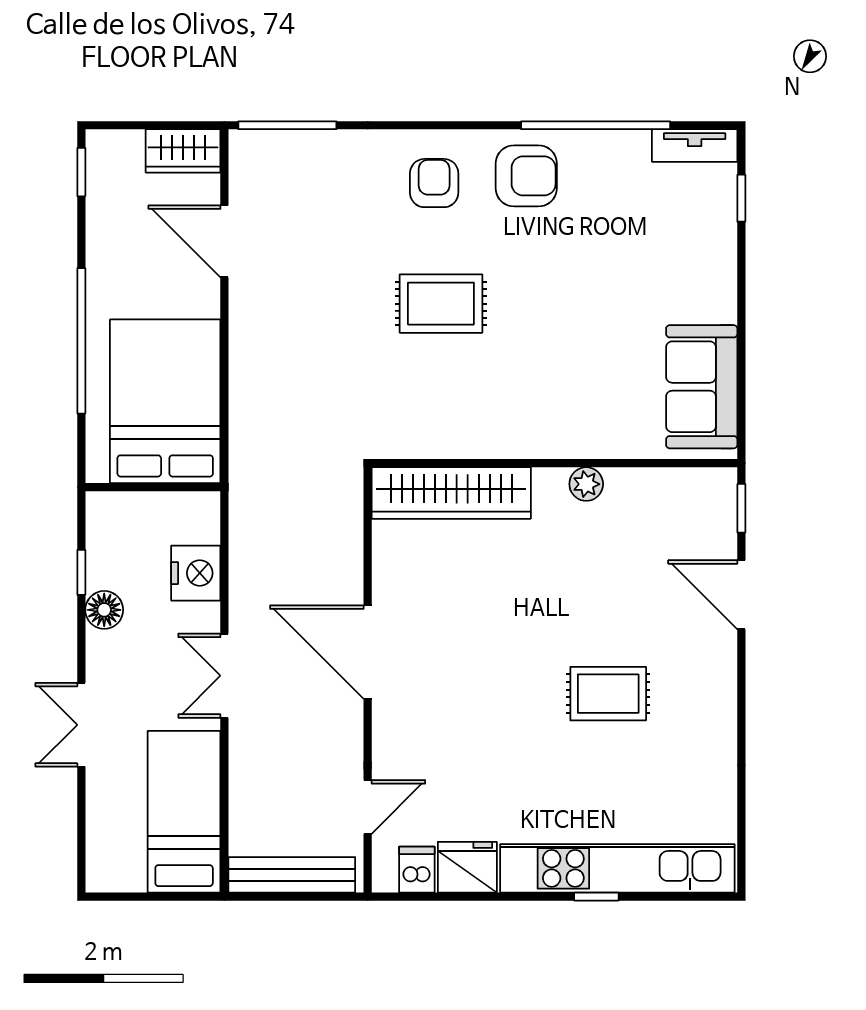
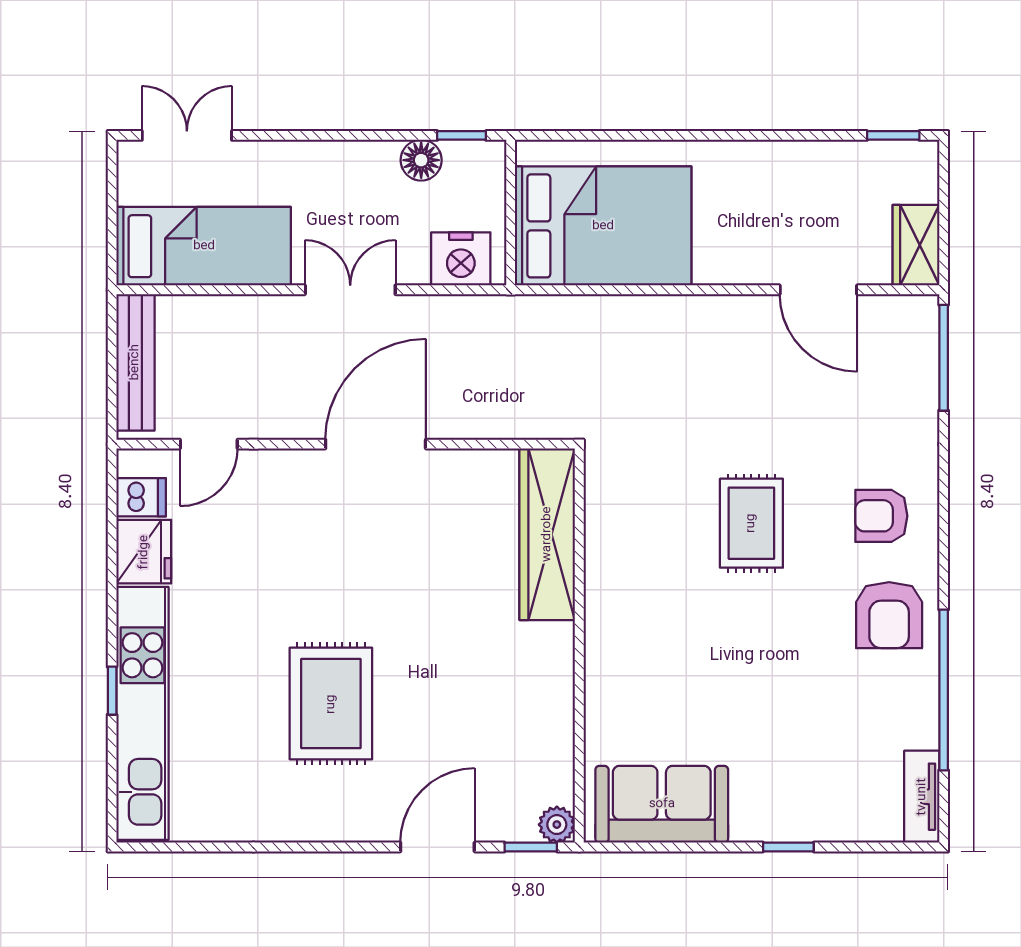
armchair: (434, 183) -> (881, 516), turned 180
window: (741, 198) -> (788, 847), moved
door: (224, 241) -> (818, 290), swing flipped
window: (81, 341) -> (711, 135), removed
bed: (165, 401) -> (603, 226), moved
plant: (586, 484) -> (557, 825), moved
wall: (153, 487) -> (511, 213), moved
rug: (608, 694) -> (331, 704), width x1.36, depth x1.43
double door: (81, 725) -> (187, 135), moved
door: (368, 807) -> (209, 444), hinge flipped

